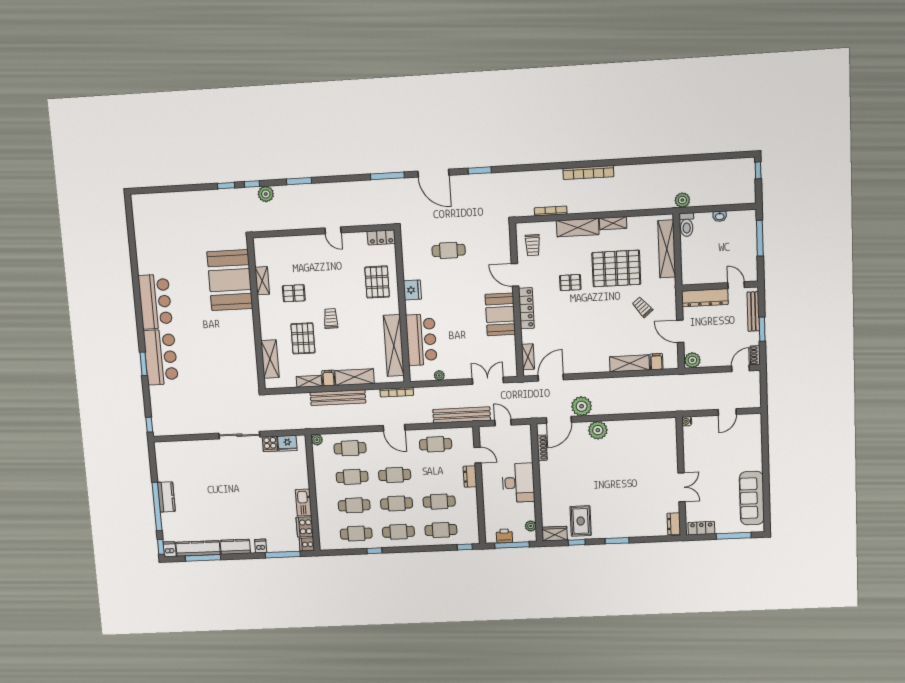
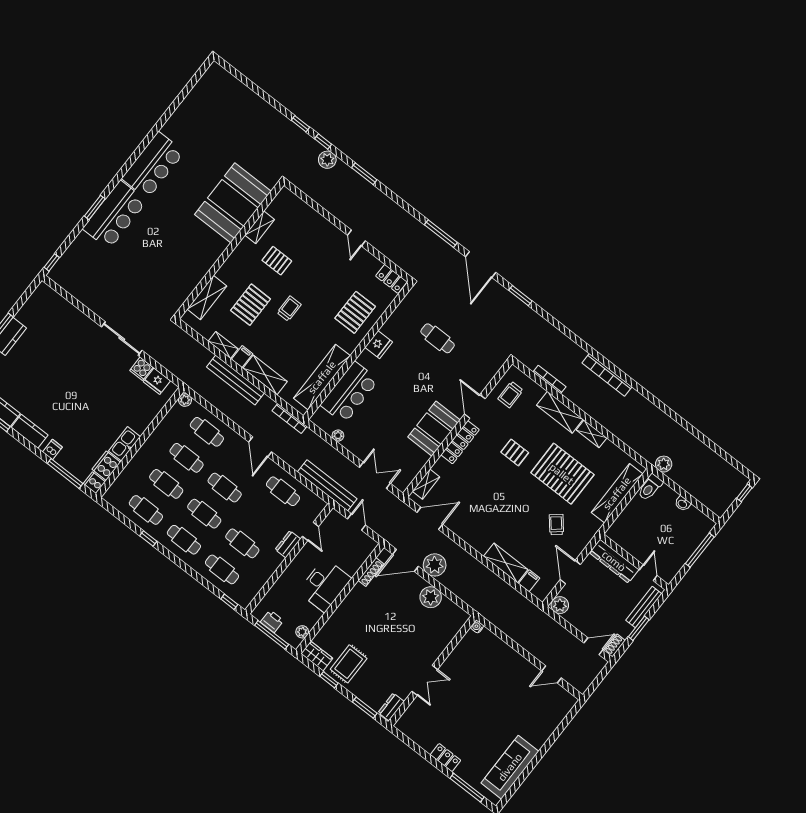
water cooler: (687, 421) -> (477, 627), moved
wall: (681, 477) -> (432, 671), moved
double door: (682, 487) -> (425, 680), moved
dresser: (674, 524) -> (391, 707), moved

